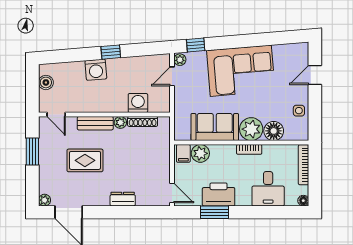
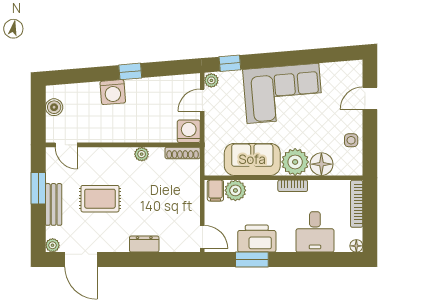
washing machine: (138, 103) -> (189, 131), moved
shoe rack: (143, 121) -> (183, 153), moved
bench: (95, 123) -> (54, 204), moved, turned 90

